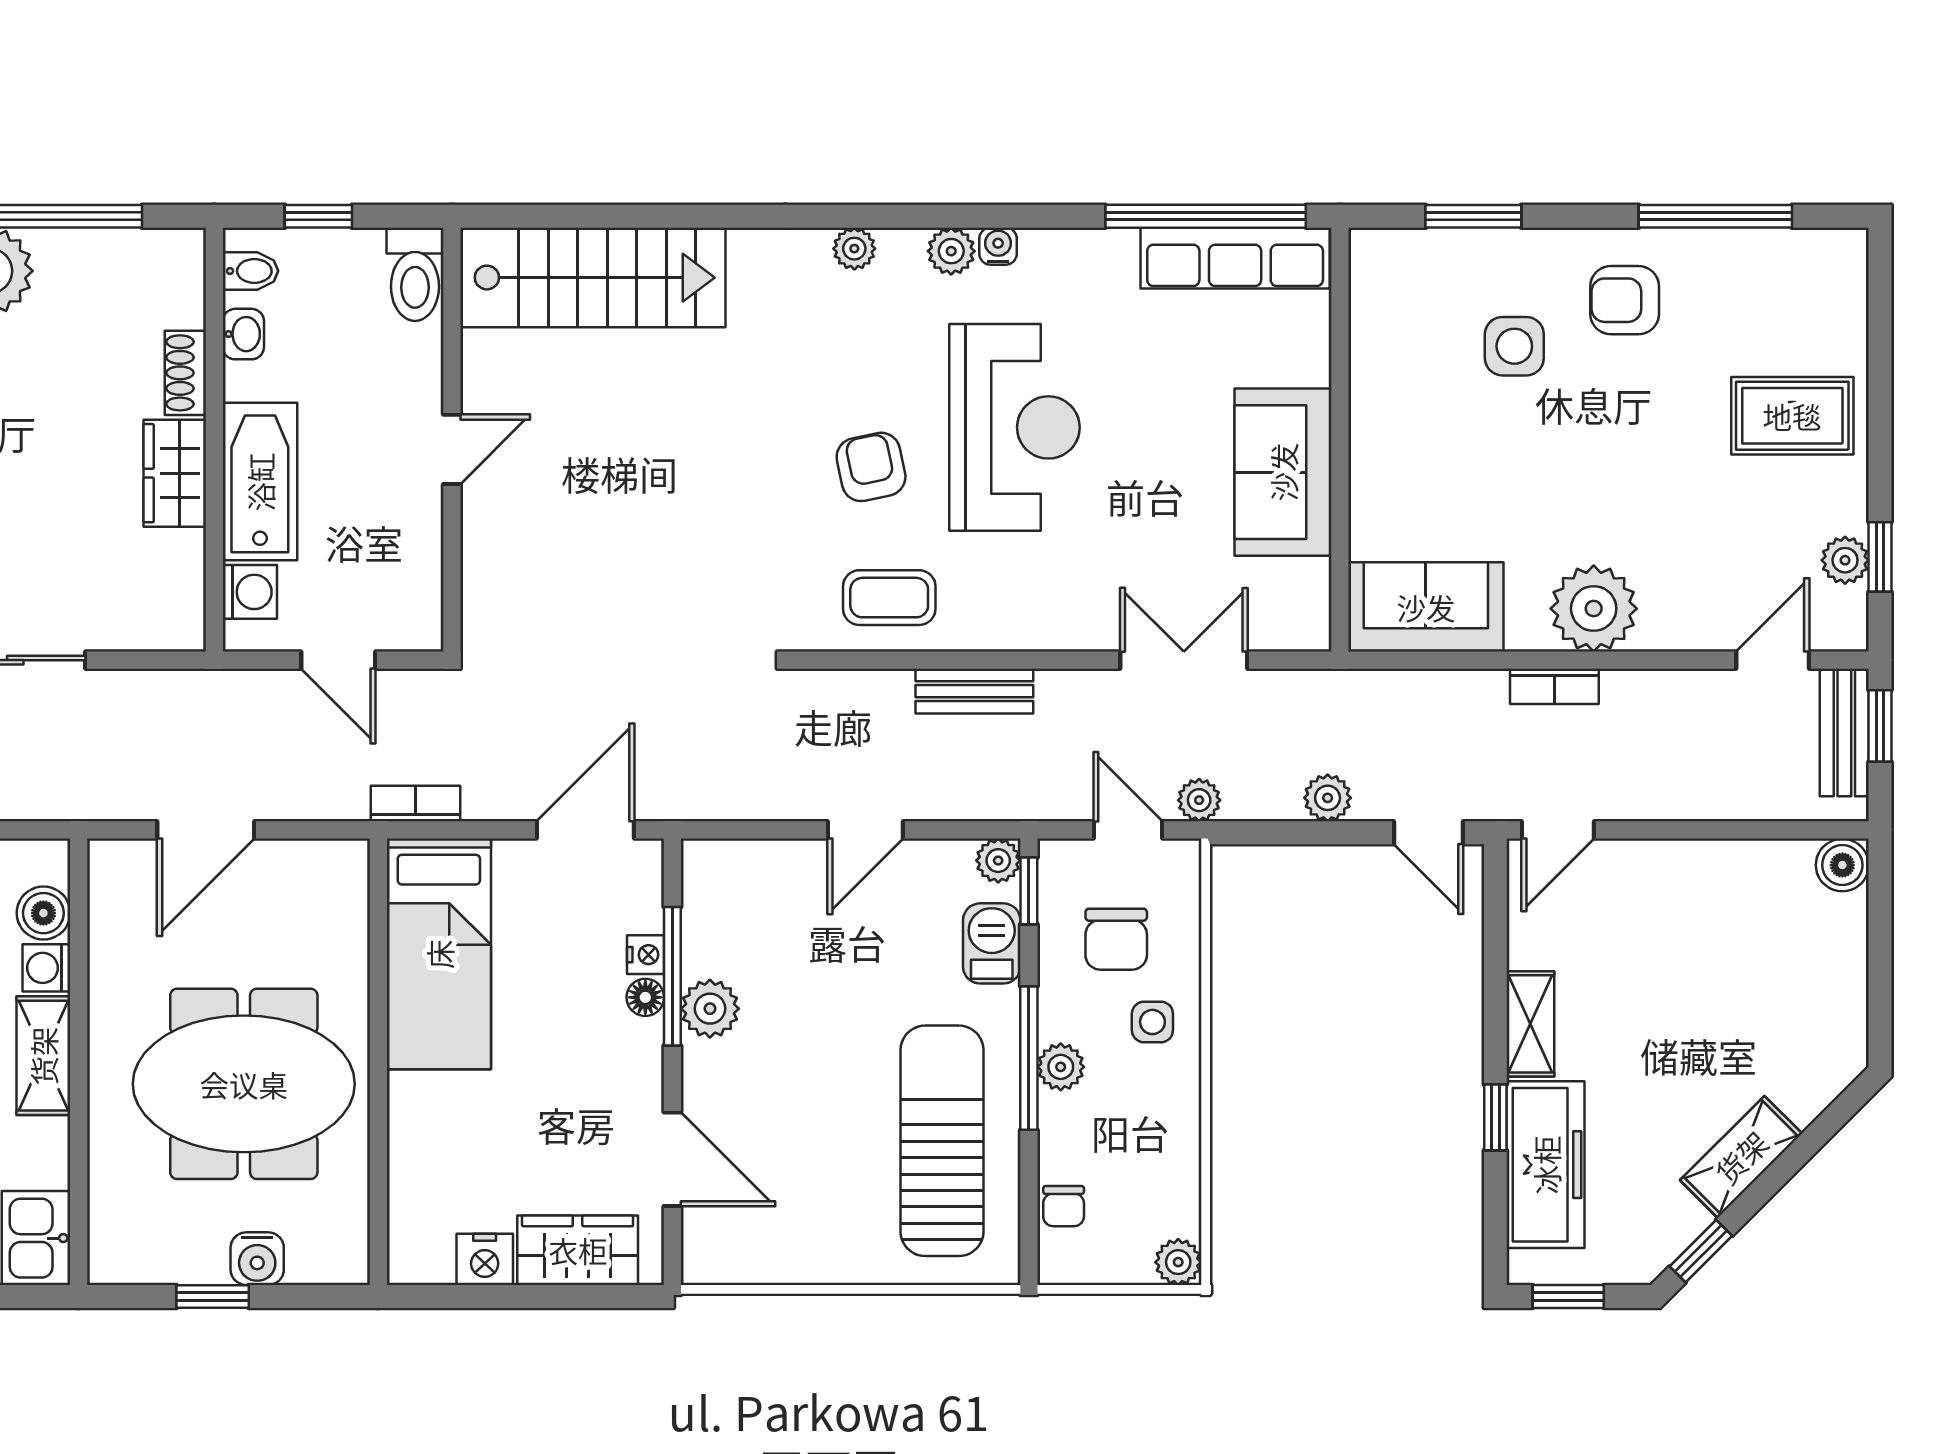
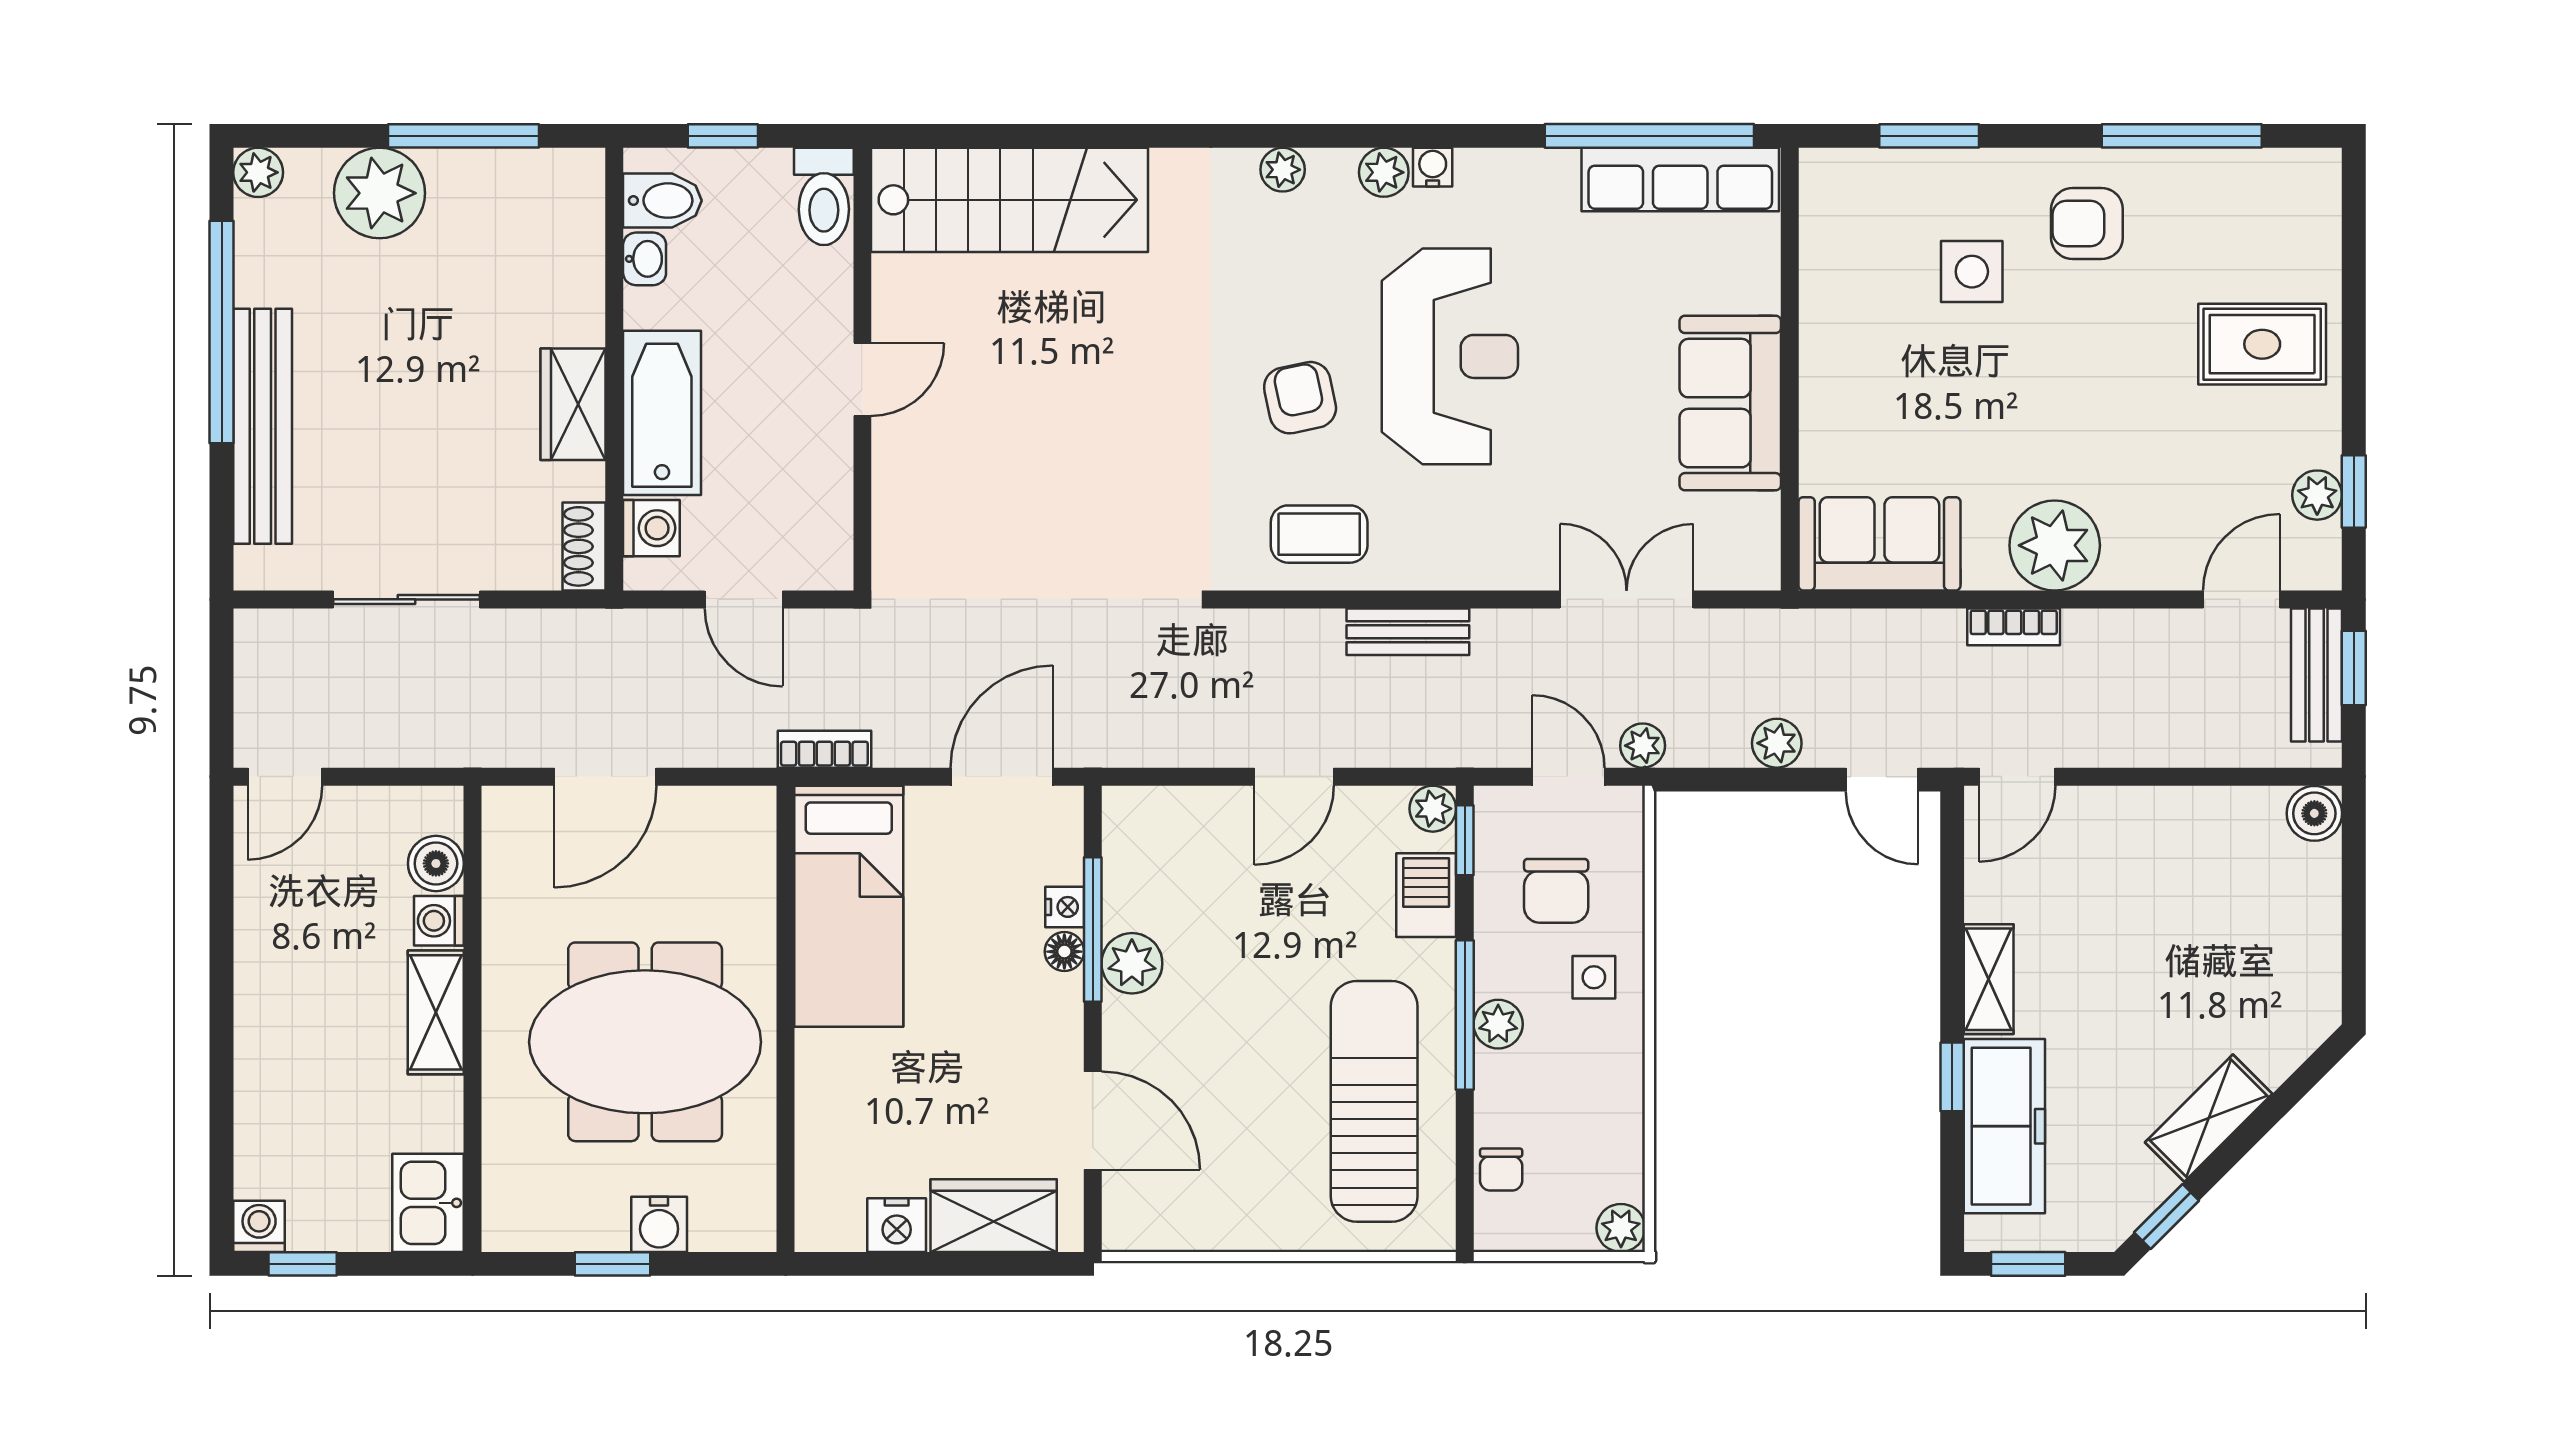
bidet: (250, 271) -> (662, 201), width x1.38, depth x1.36
shoe rack: (185, 373) -> (584, 546), moved

